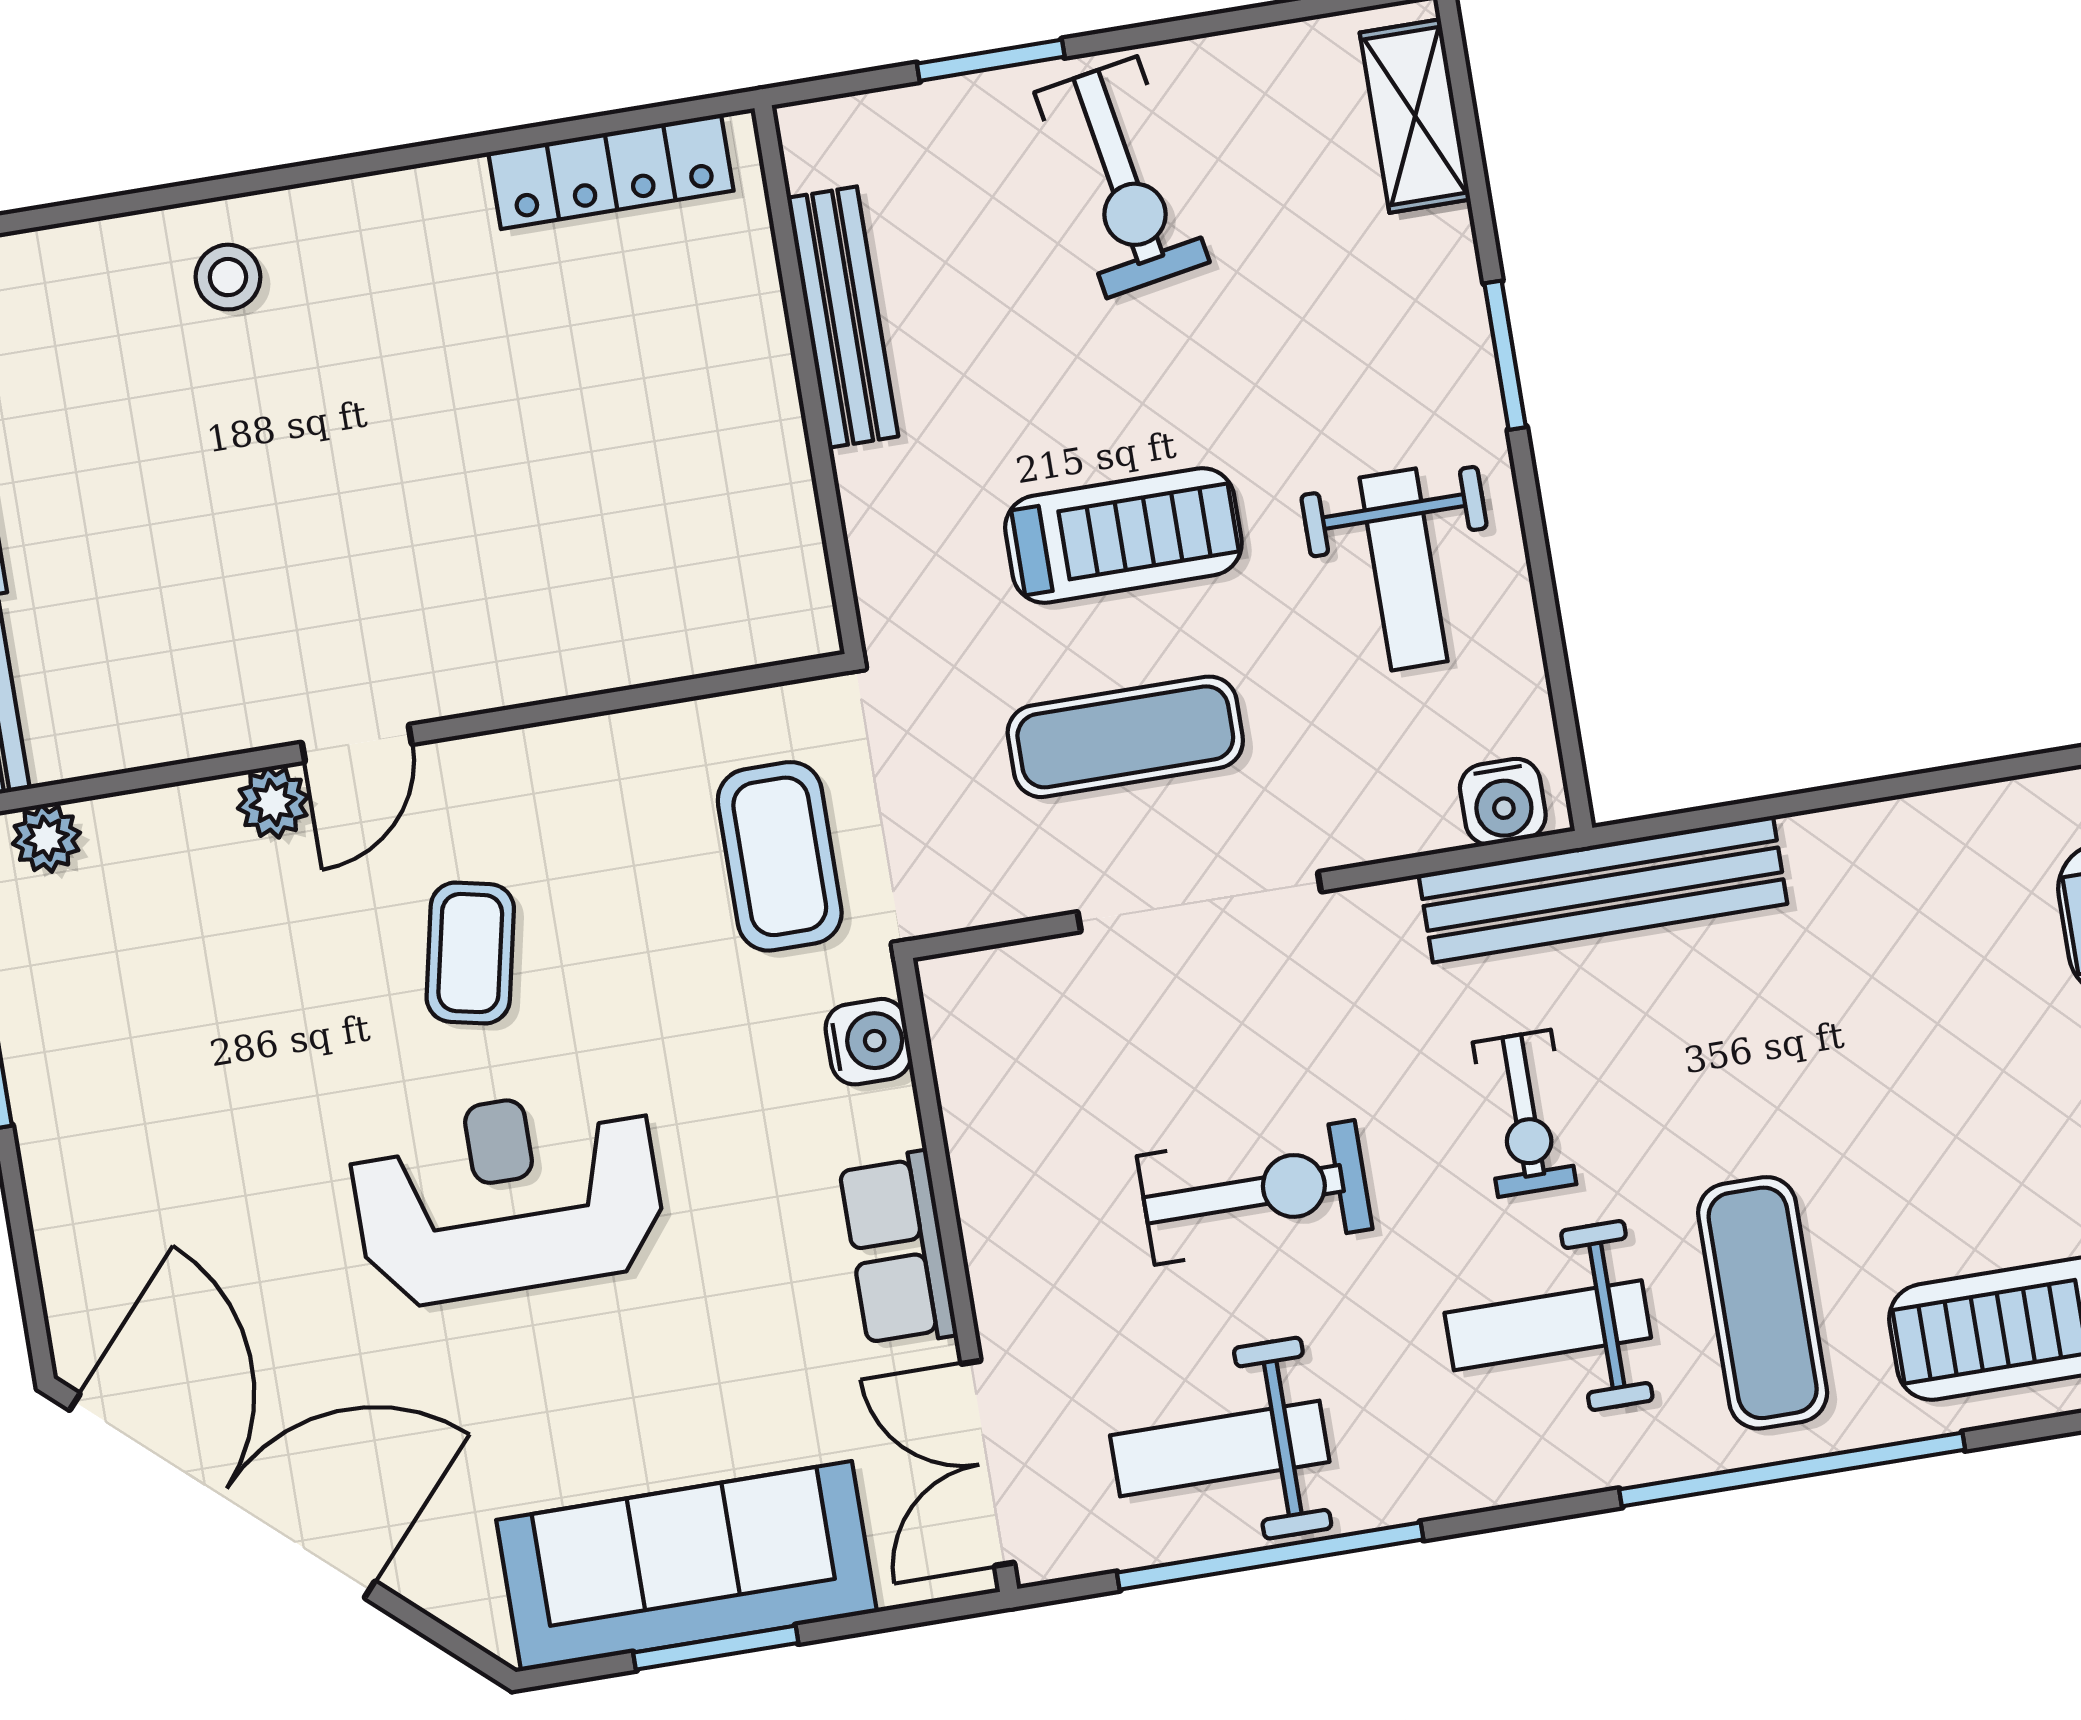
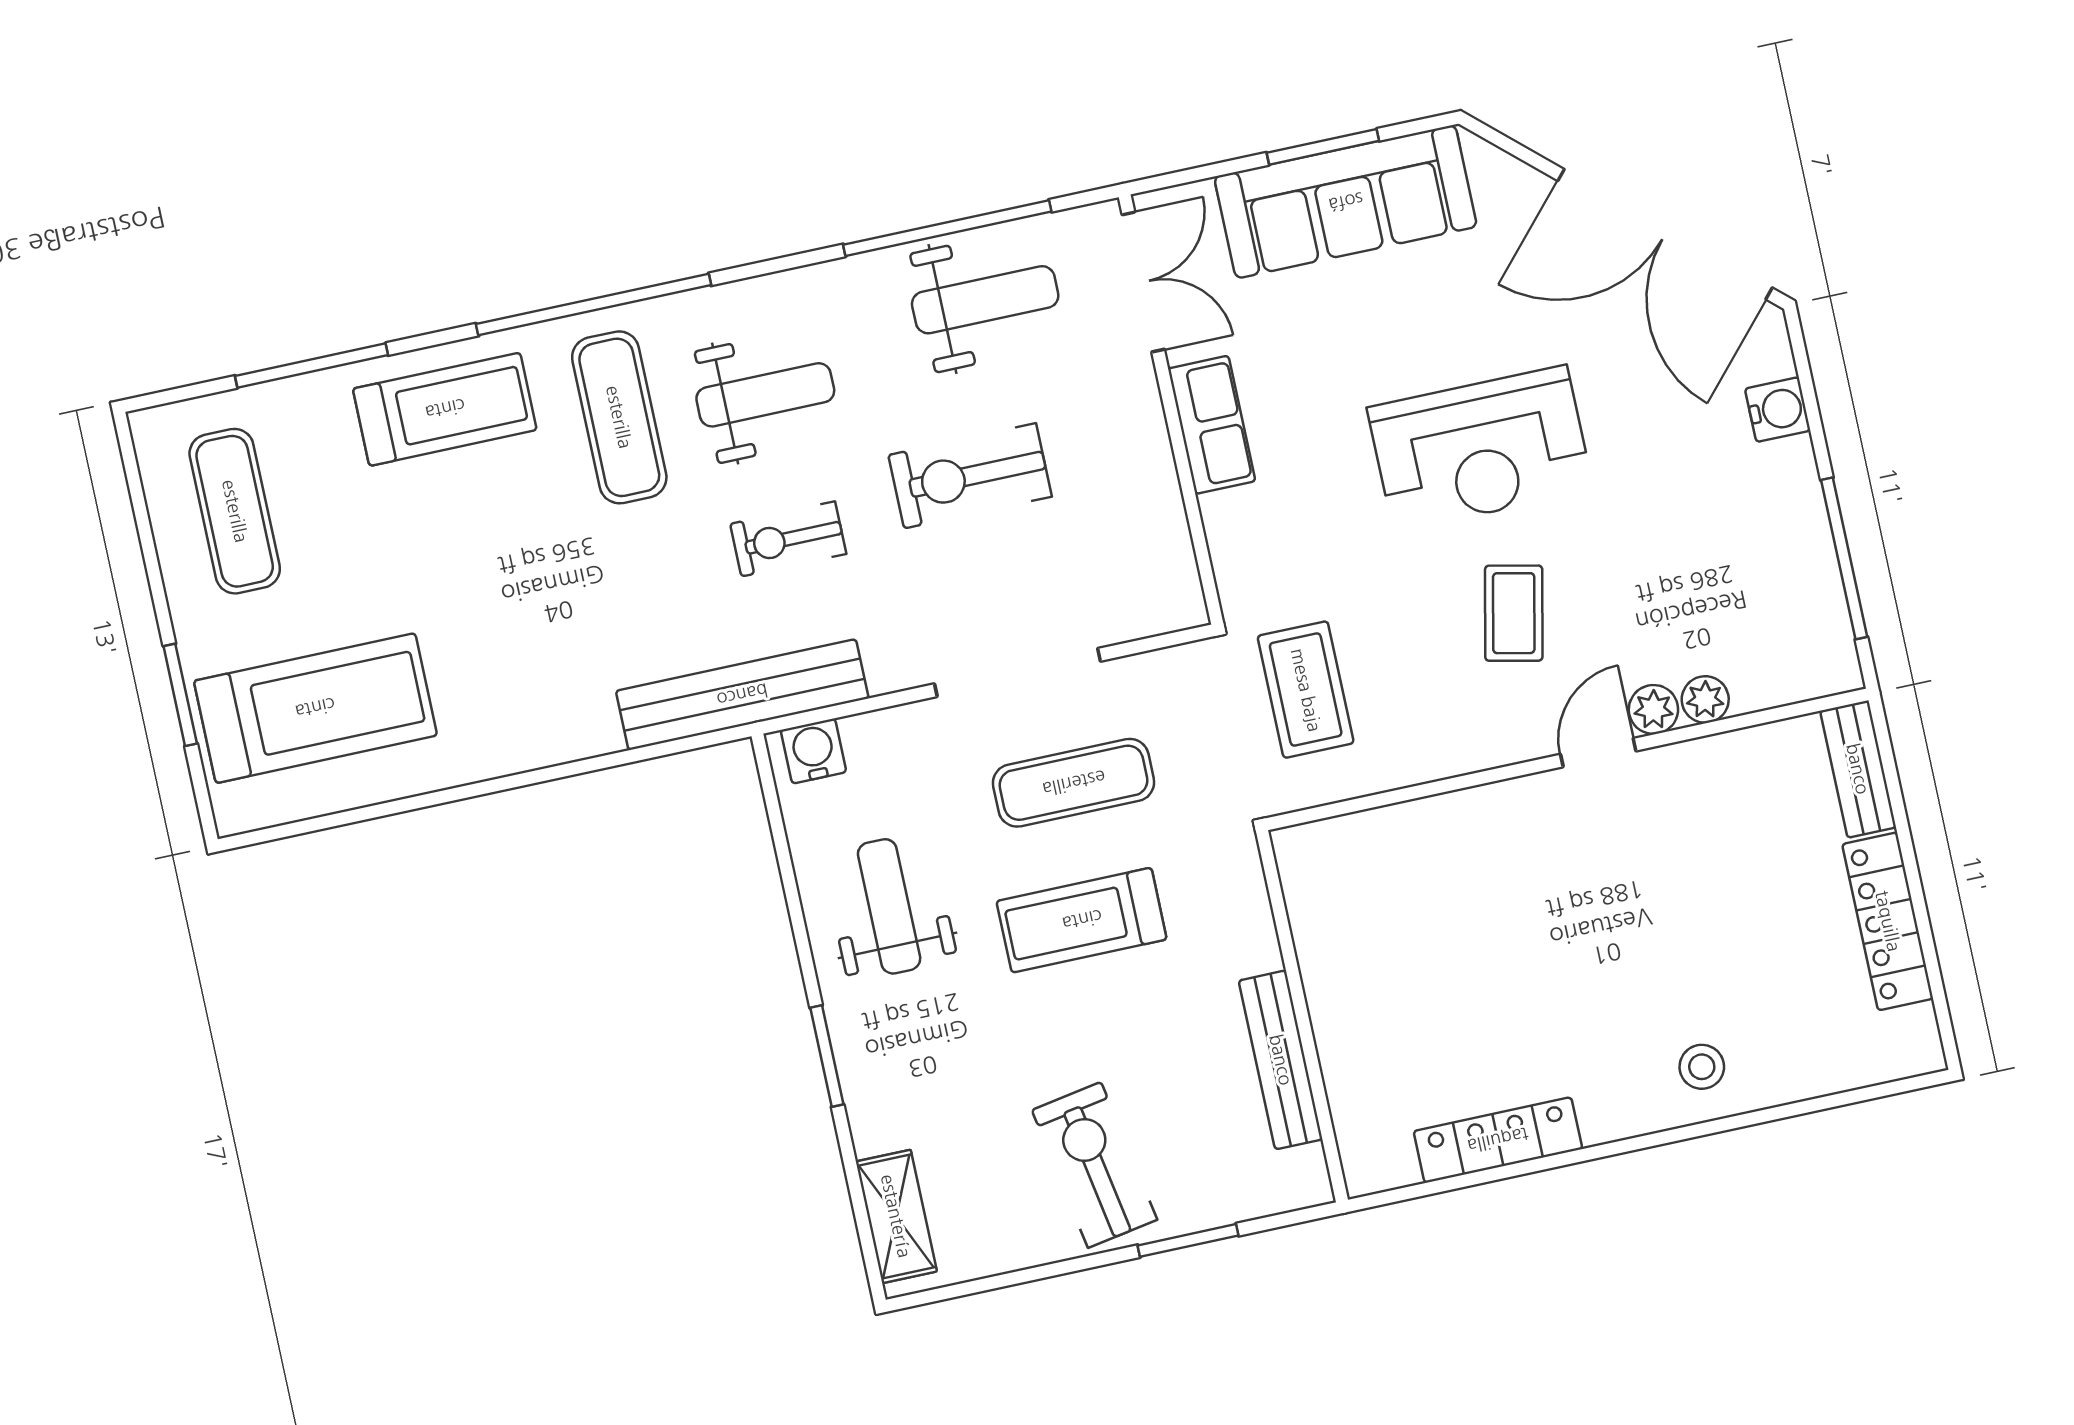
locker: (611, 171) -> (1498, 1140), moved
plant: (46, 838) -> (1705, 699), moved
water cooler: (868, 1042) -> (1778, 410), moved, turned 180
exercise bike: (1525, 1113) -> (788, 539), turned -90

